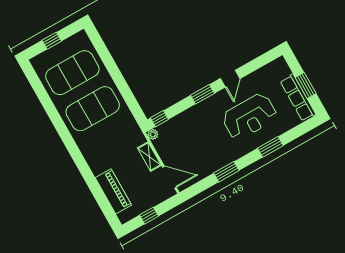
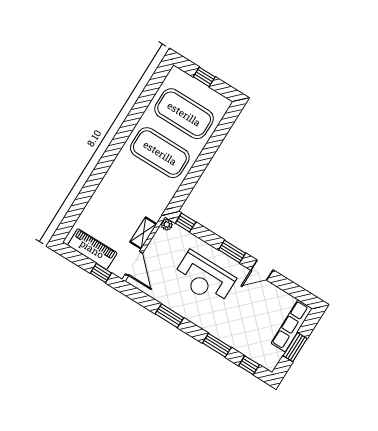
row of seats: (298, 98) -> (292, 326), moved
reception desk: (250, 117) -> (204, 278), moved
window: (300, 130) -> (249, 365), added
piano: (113, 191) -> (92, 249), moved, turned -90
window: (149, 216) -> (101, 273), moved

